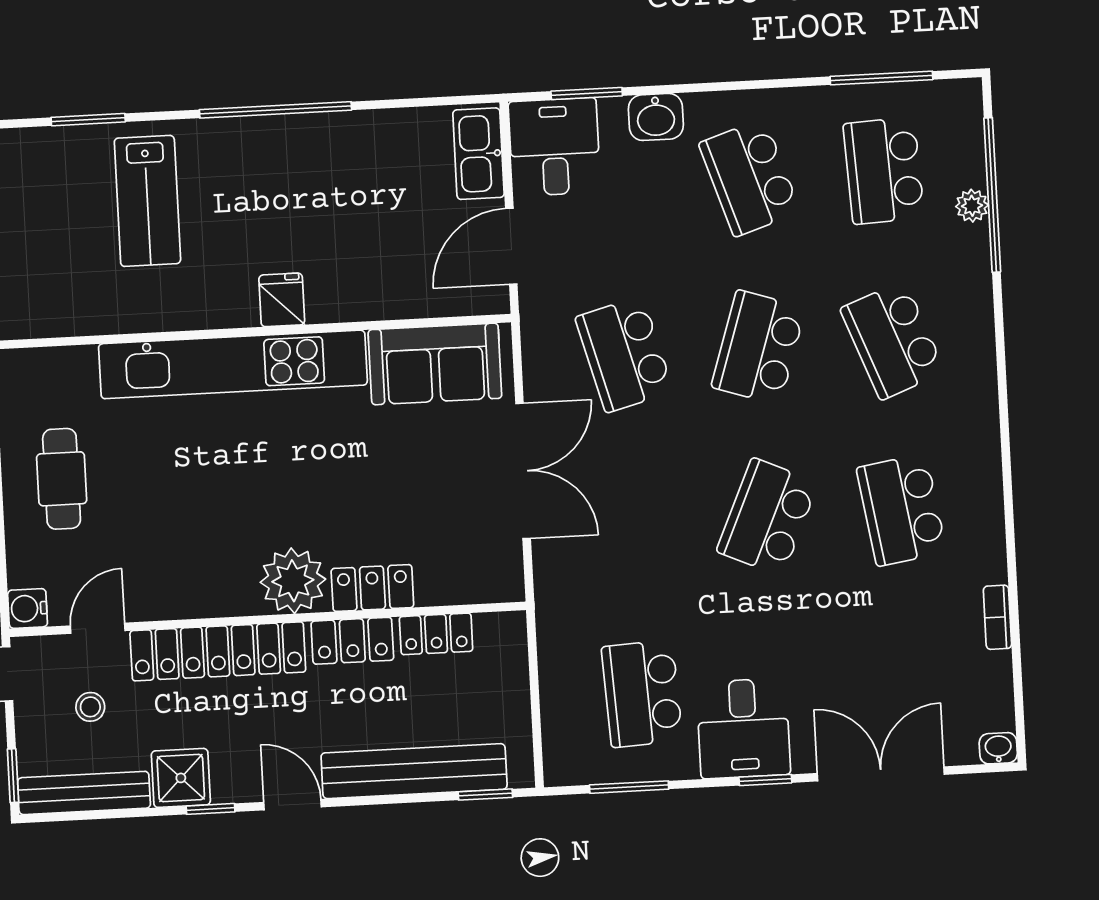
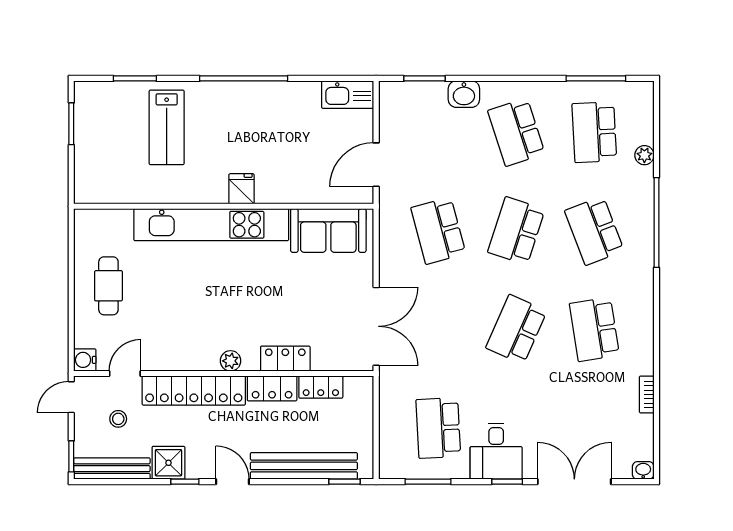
desk: (554, 147) -> (404, 108), removed
kitchen sink: (478, 154) -> (348, 95), moved, turned -90
window: (992, 195) -> (657, 223), moved
double door: (523, 471) -> (376, 326), moved
plant: (293, 581) -> (231, 361), width x0.53, depth x0.53

